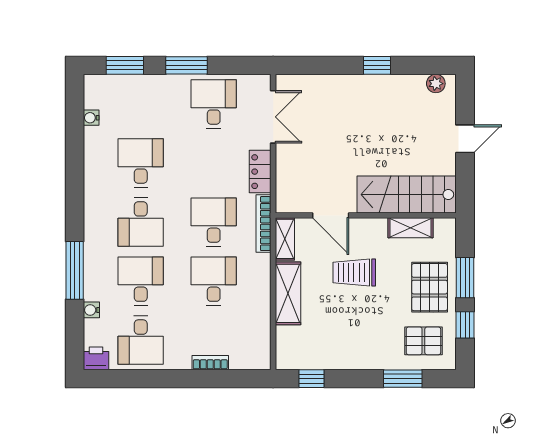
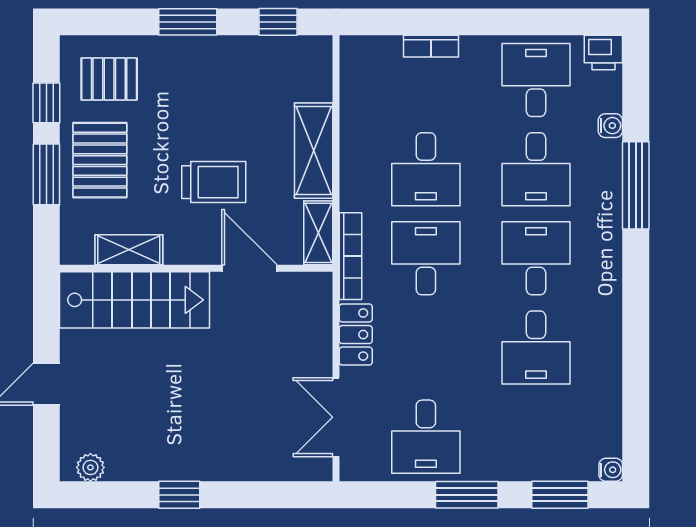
water cooler: (91, 118) -> (611, 470), moved
desk: (214, 222) -> (426, 258), turned 180
window: (403, 379) -> (188, 22), moved

